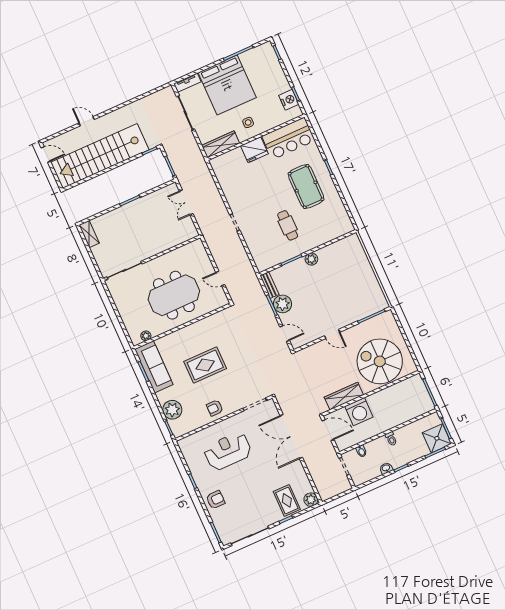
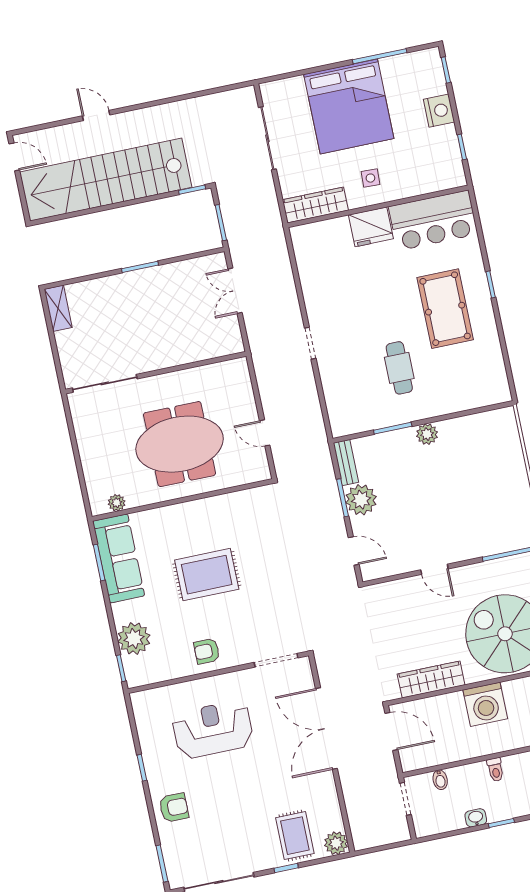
tv unit: (187, 83) -> (282, 87), removed
nightstand: (289, 100) -> (439, 111), moved
washing machine: (359, 412) -> (485, 704), moved

